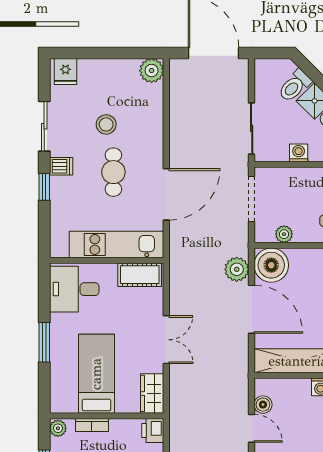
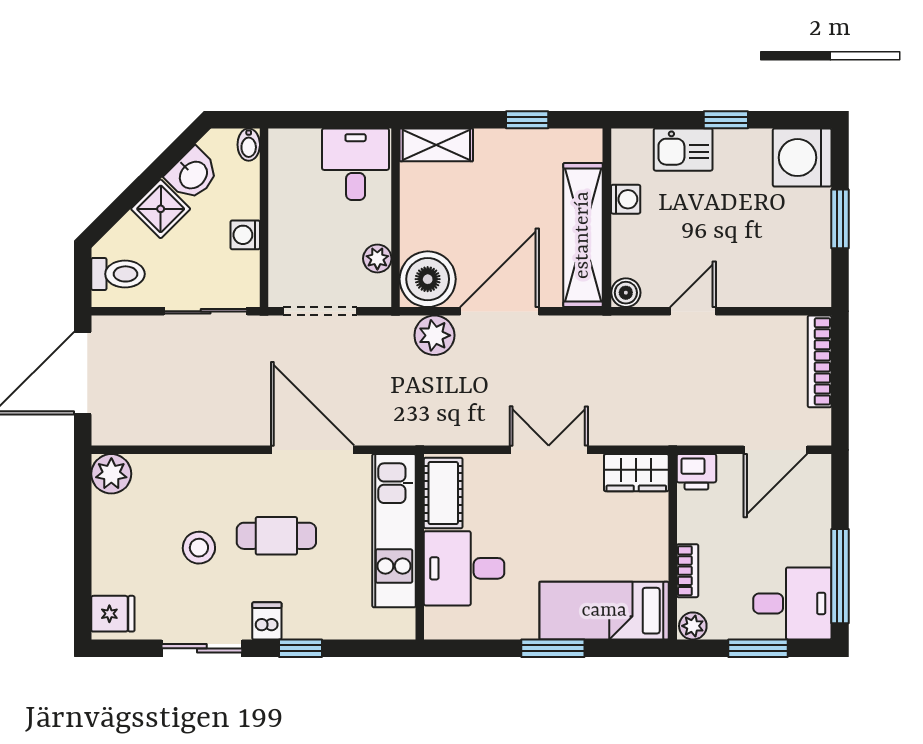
toilet: (295, 86) -> (118, 274), moved, turned -45
desk: (74, 289) -> (464, 568), moved, turned 90
bed: (96, 374) -> (604, 611), moved
boiler: (263, 405) -> (626, 293), moved

